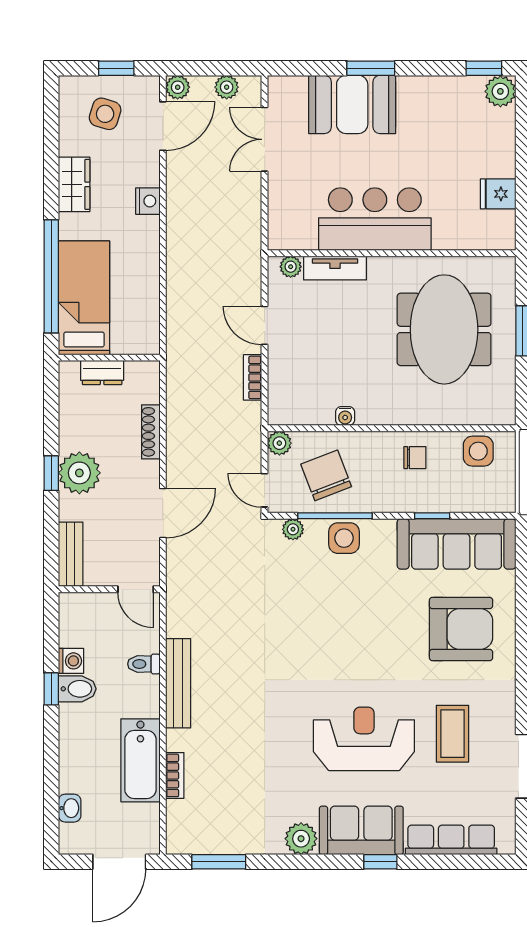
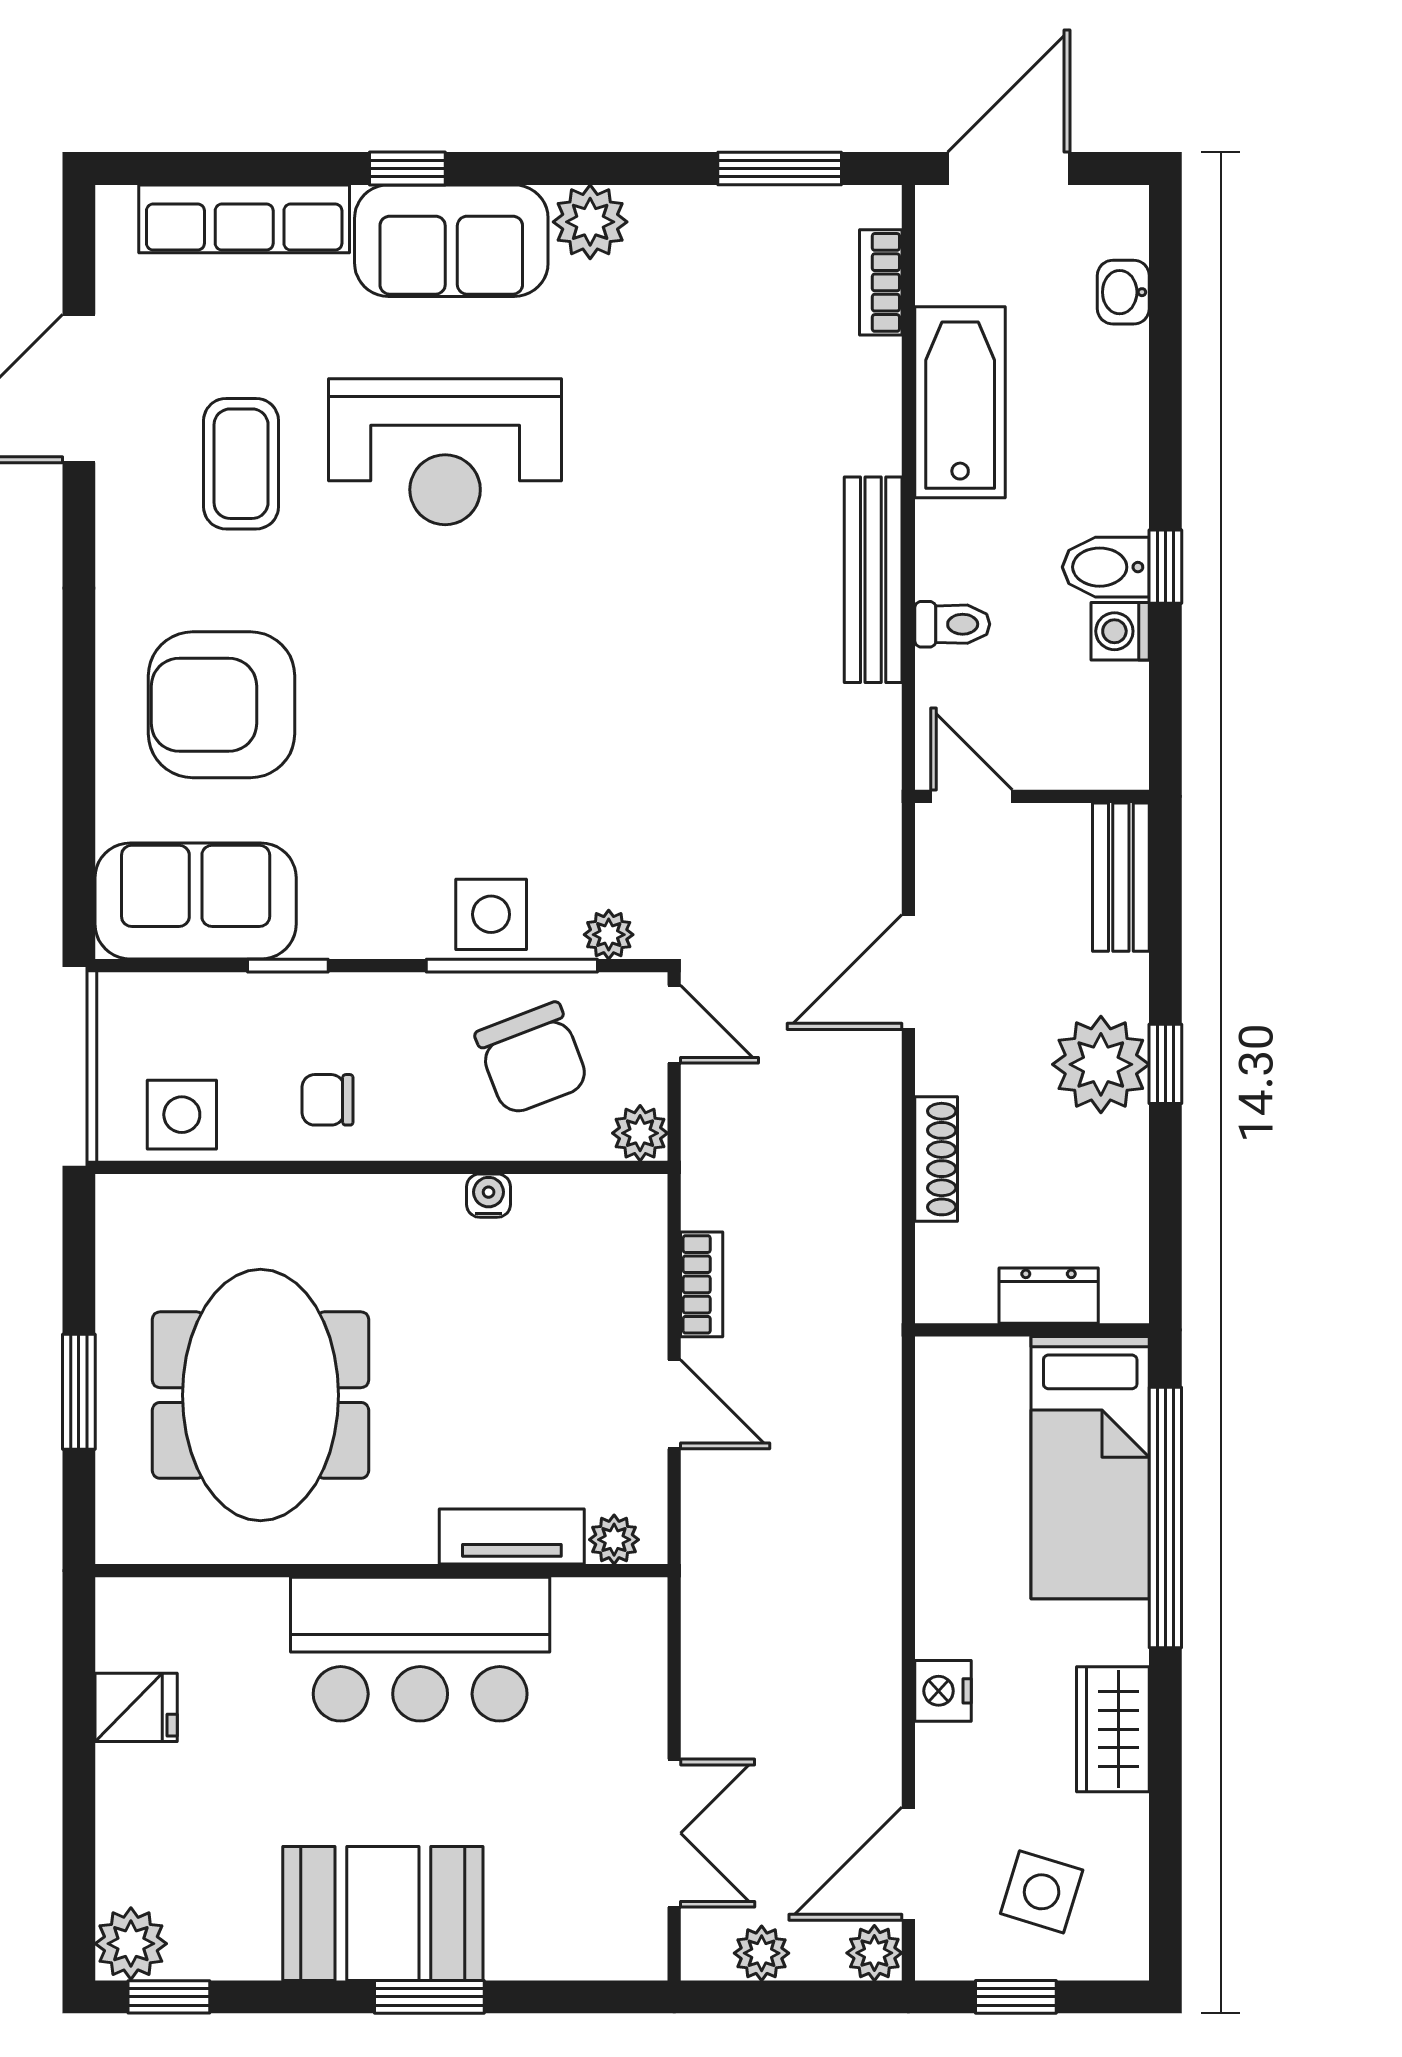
booth: (352, 104) -> (383, 1914), moved
sofa: (457, 544) -> (196, 901), width x0.73
bookcase: (175, 775) -> (881, 282), moved

